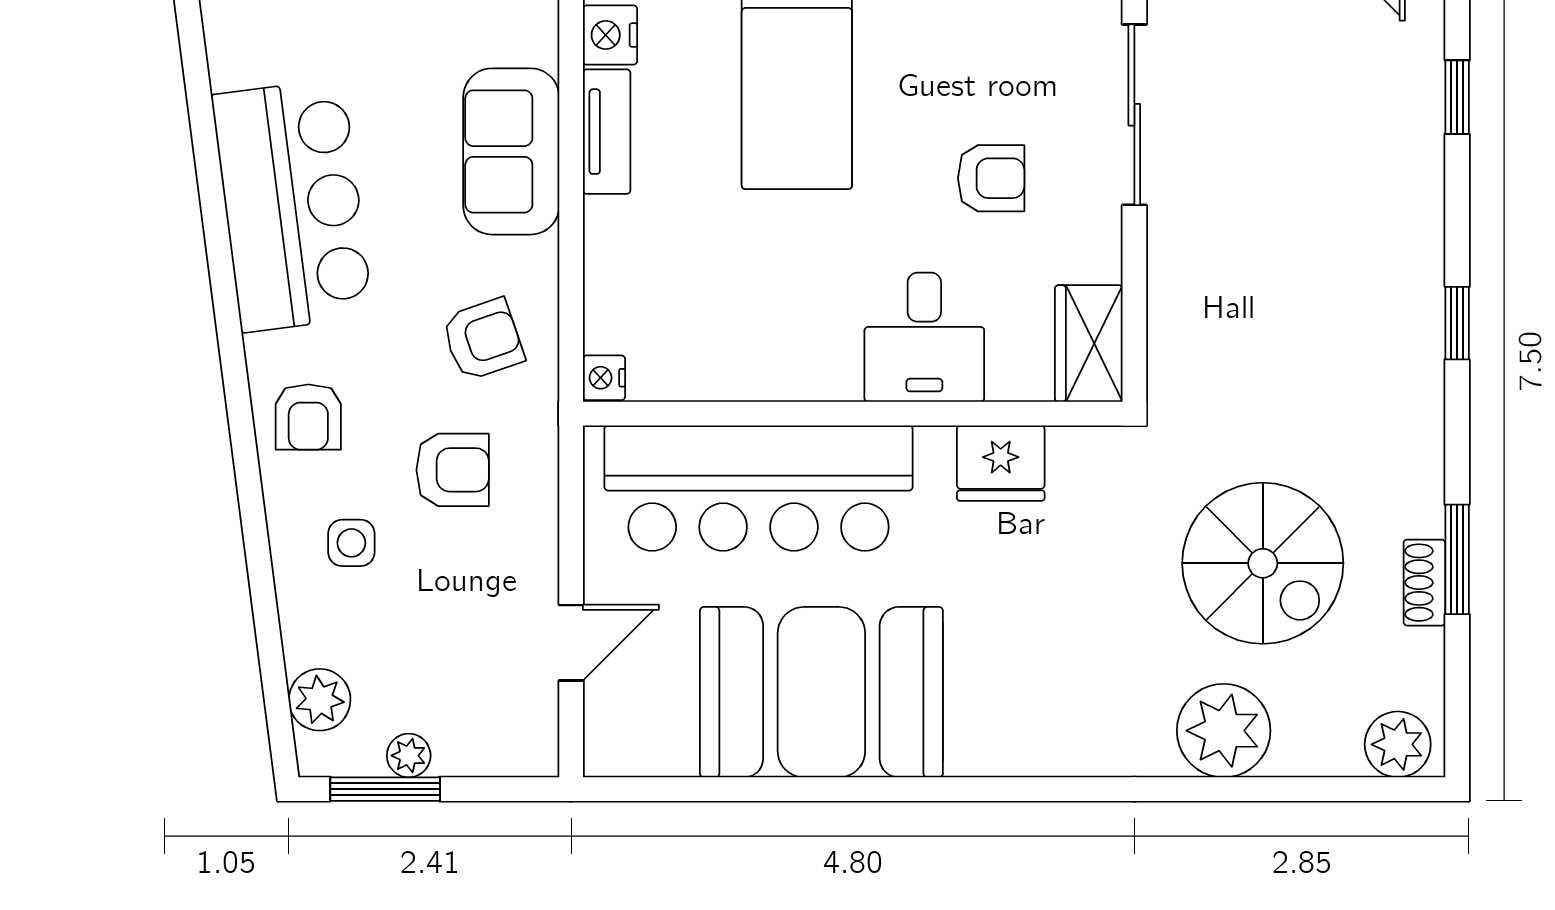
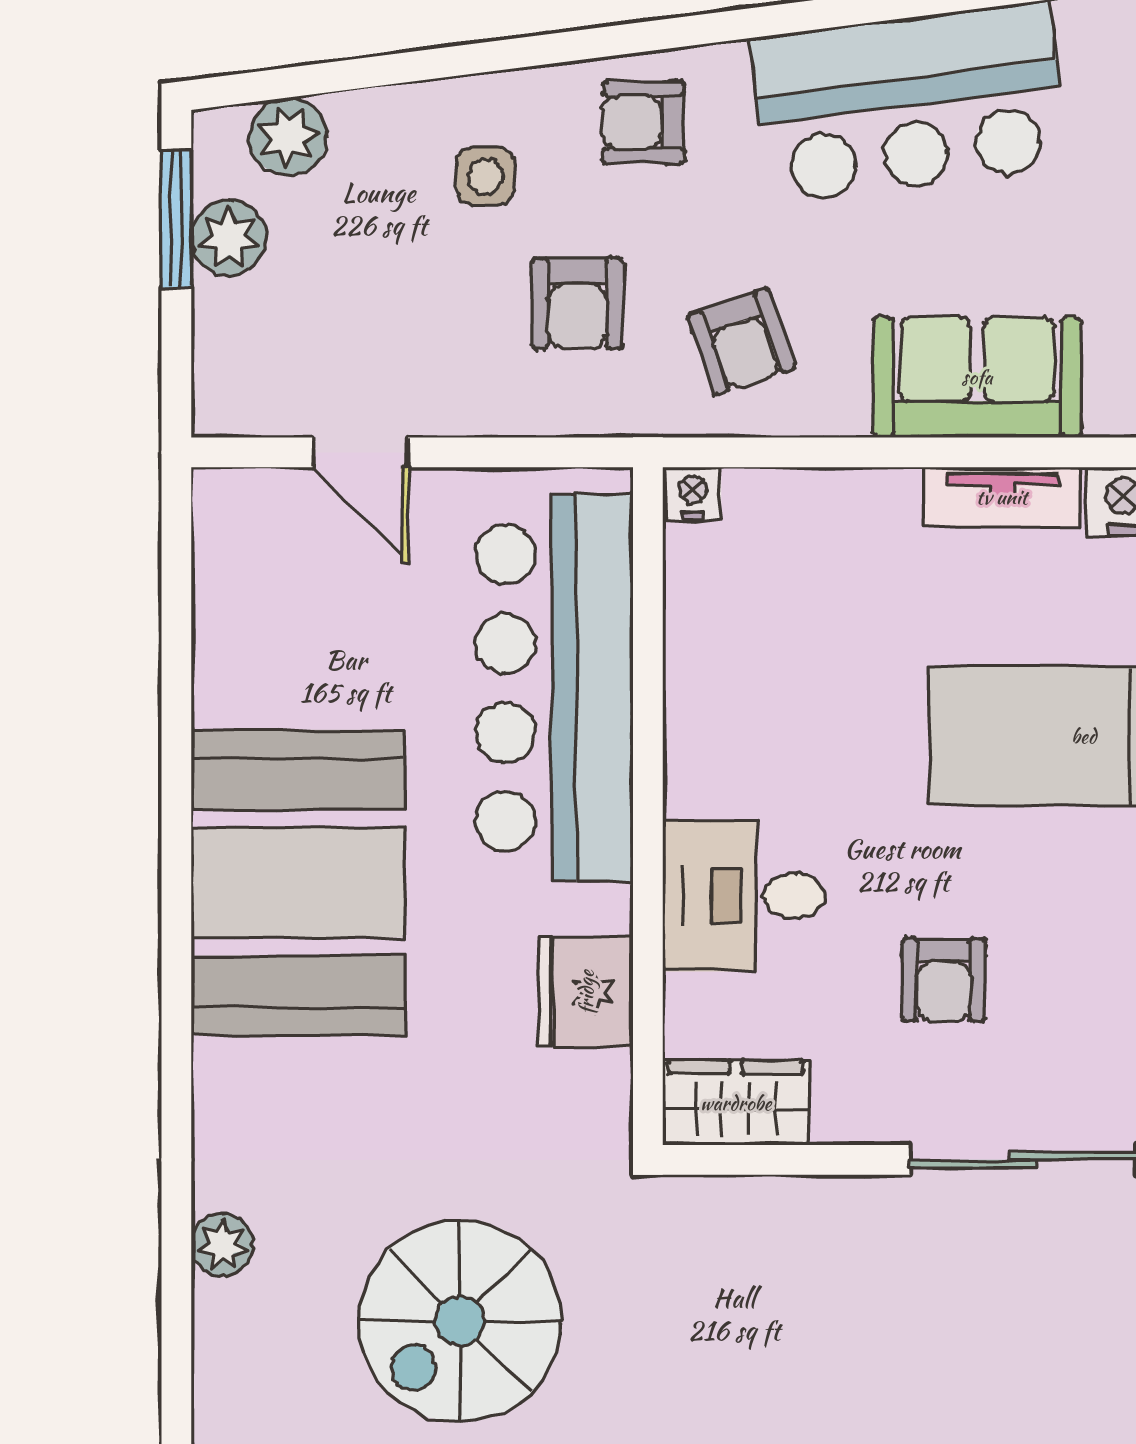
booth: (821, 692) -> (298, 883), moved
plant: (1224, 731) -> (222, 1245), width x0.53, depth x0.53
plant: (409, 756) -> (229, 238), width x1.38, depth x1.38

